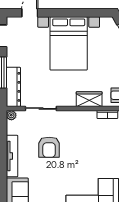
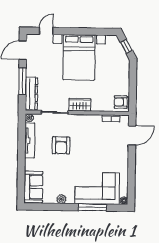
wardrobe: (89, 99) -> (80, 105), moved
tv unit: (12, 156) -> (30, 141), moved

